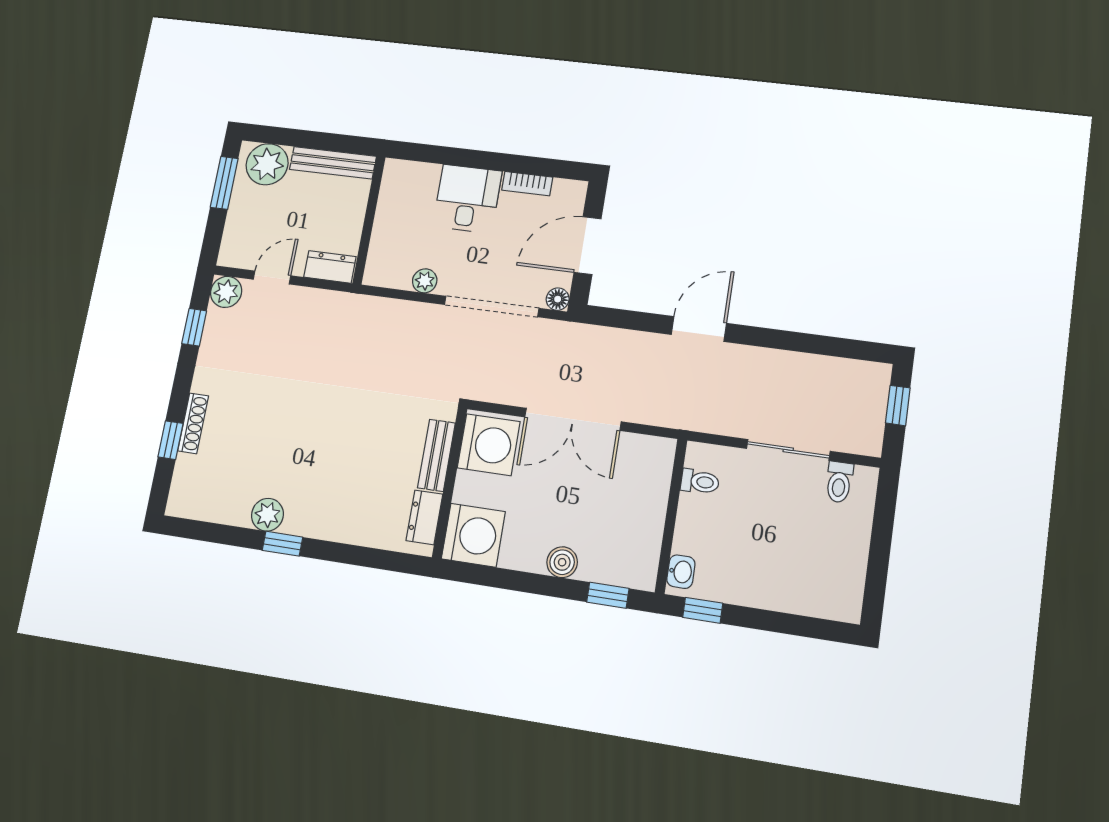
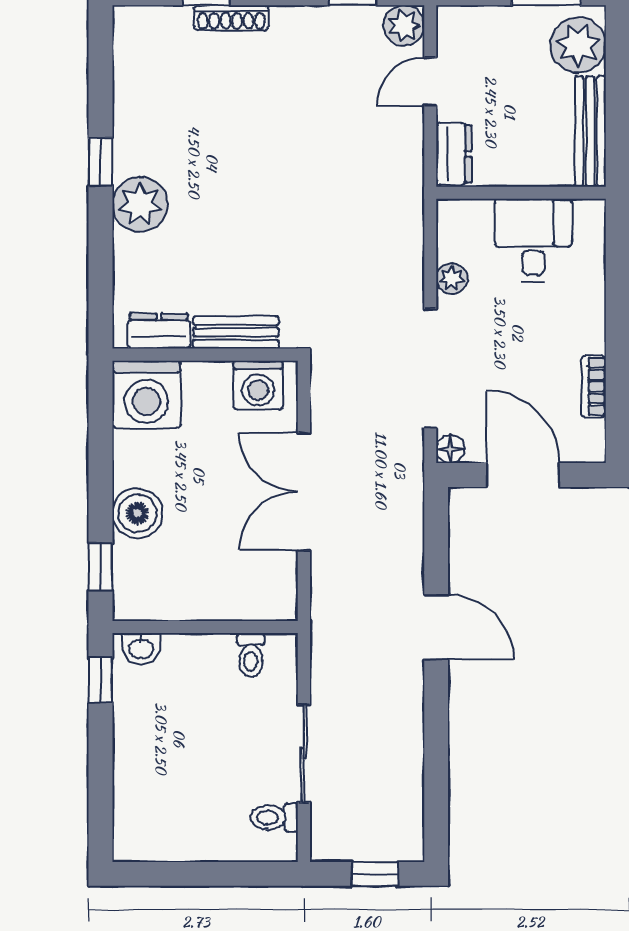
desk: (467, 199) -> (533, 240), moved, turned -90
door: (272, 278) -> (430, 82), swing flipped
washing machine: (489, 445) -> (258, 385), width x0.73, depth x0.73
plant: (267, 515) -> (140, 204), moved, width x1.36, depth x1.36
boiler: (562, 562) -> (137, 513), width x1.36, depth x1.36

